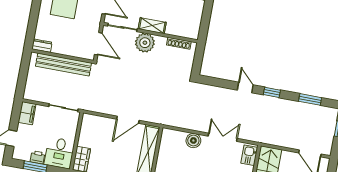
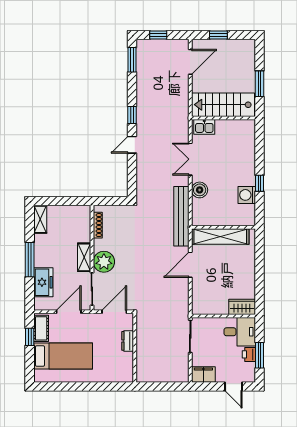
dresser: (42, 46) -> (128, 341), moved
bench: (63, 65) -> (181, 216), moved
window: (310, 99) -> (132, 60), moved
door: (128, 120) -> (190, 265), swing flipped

